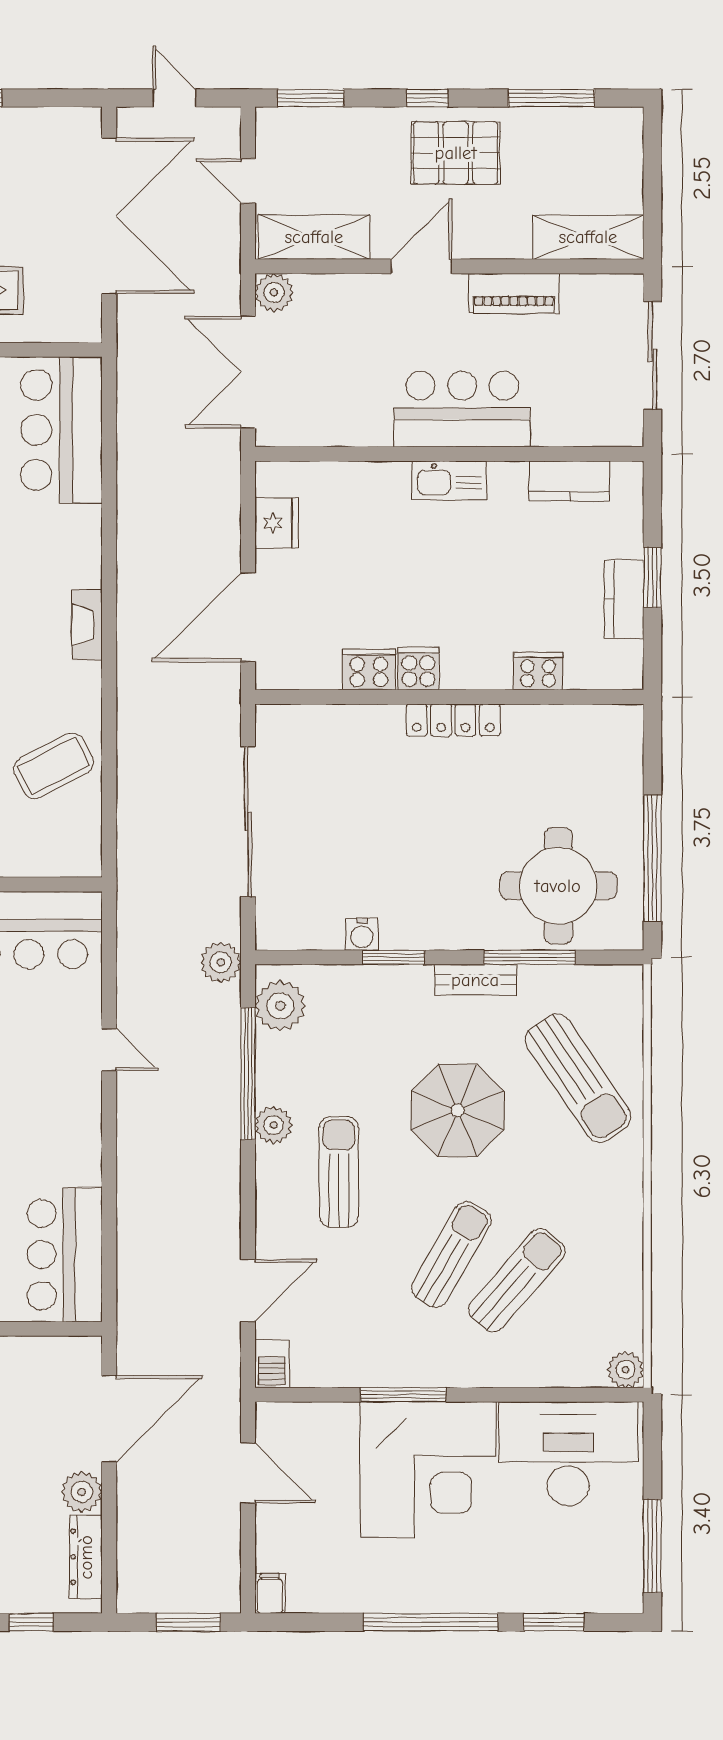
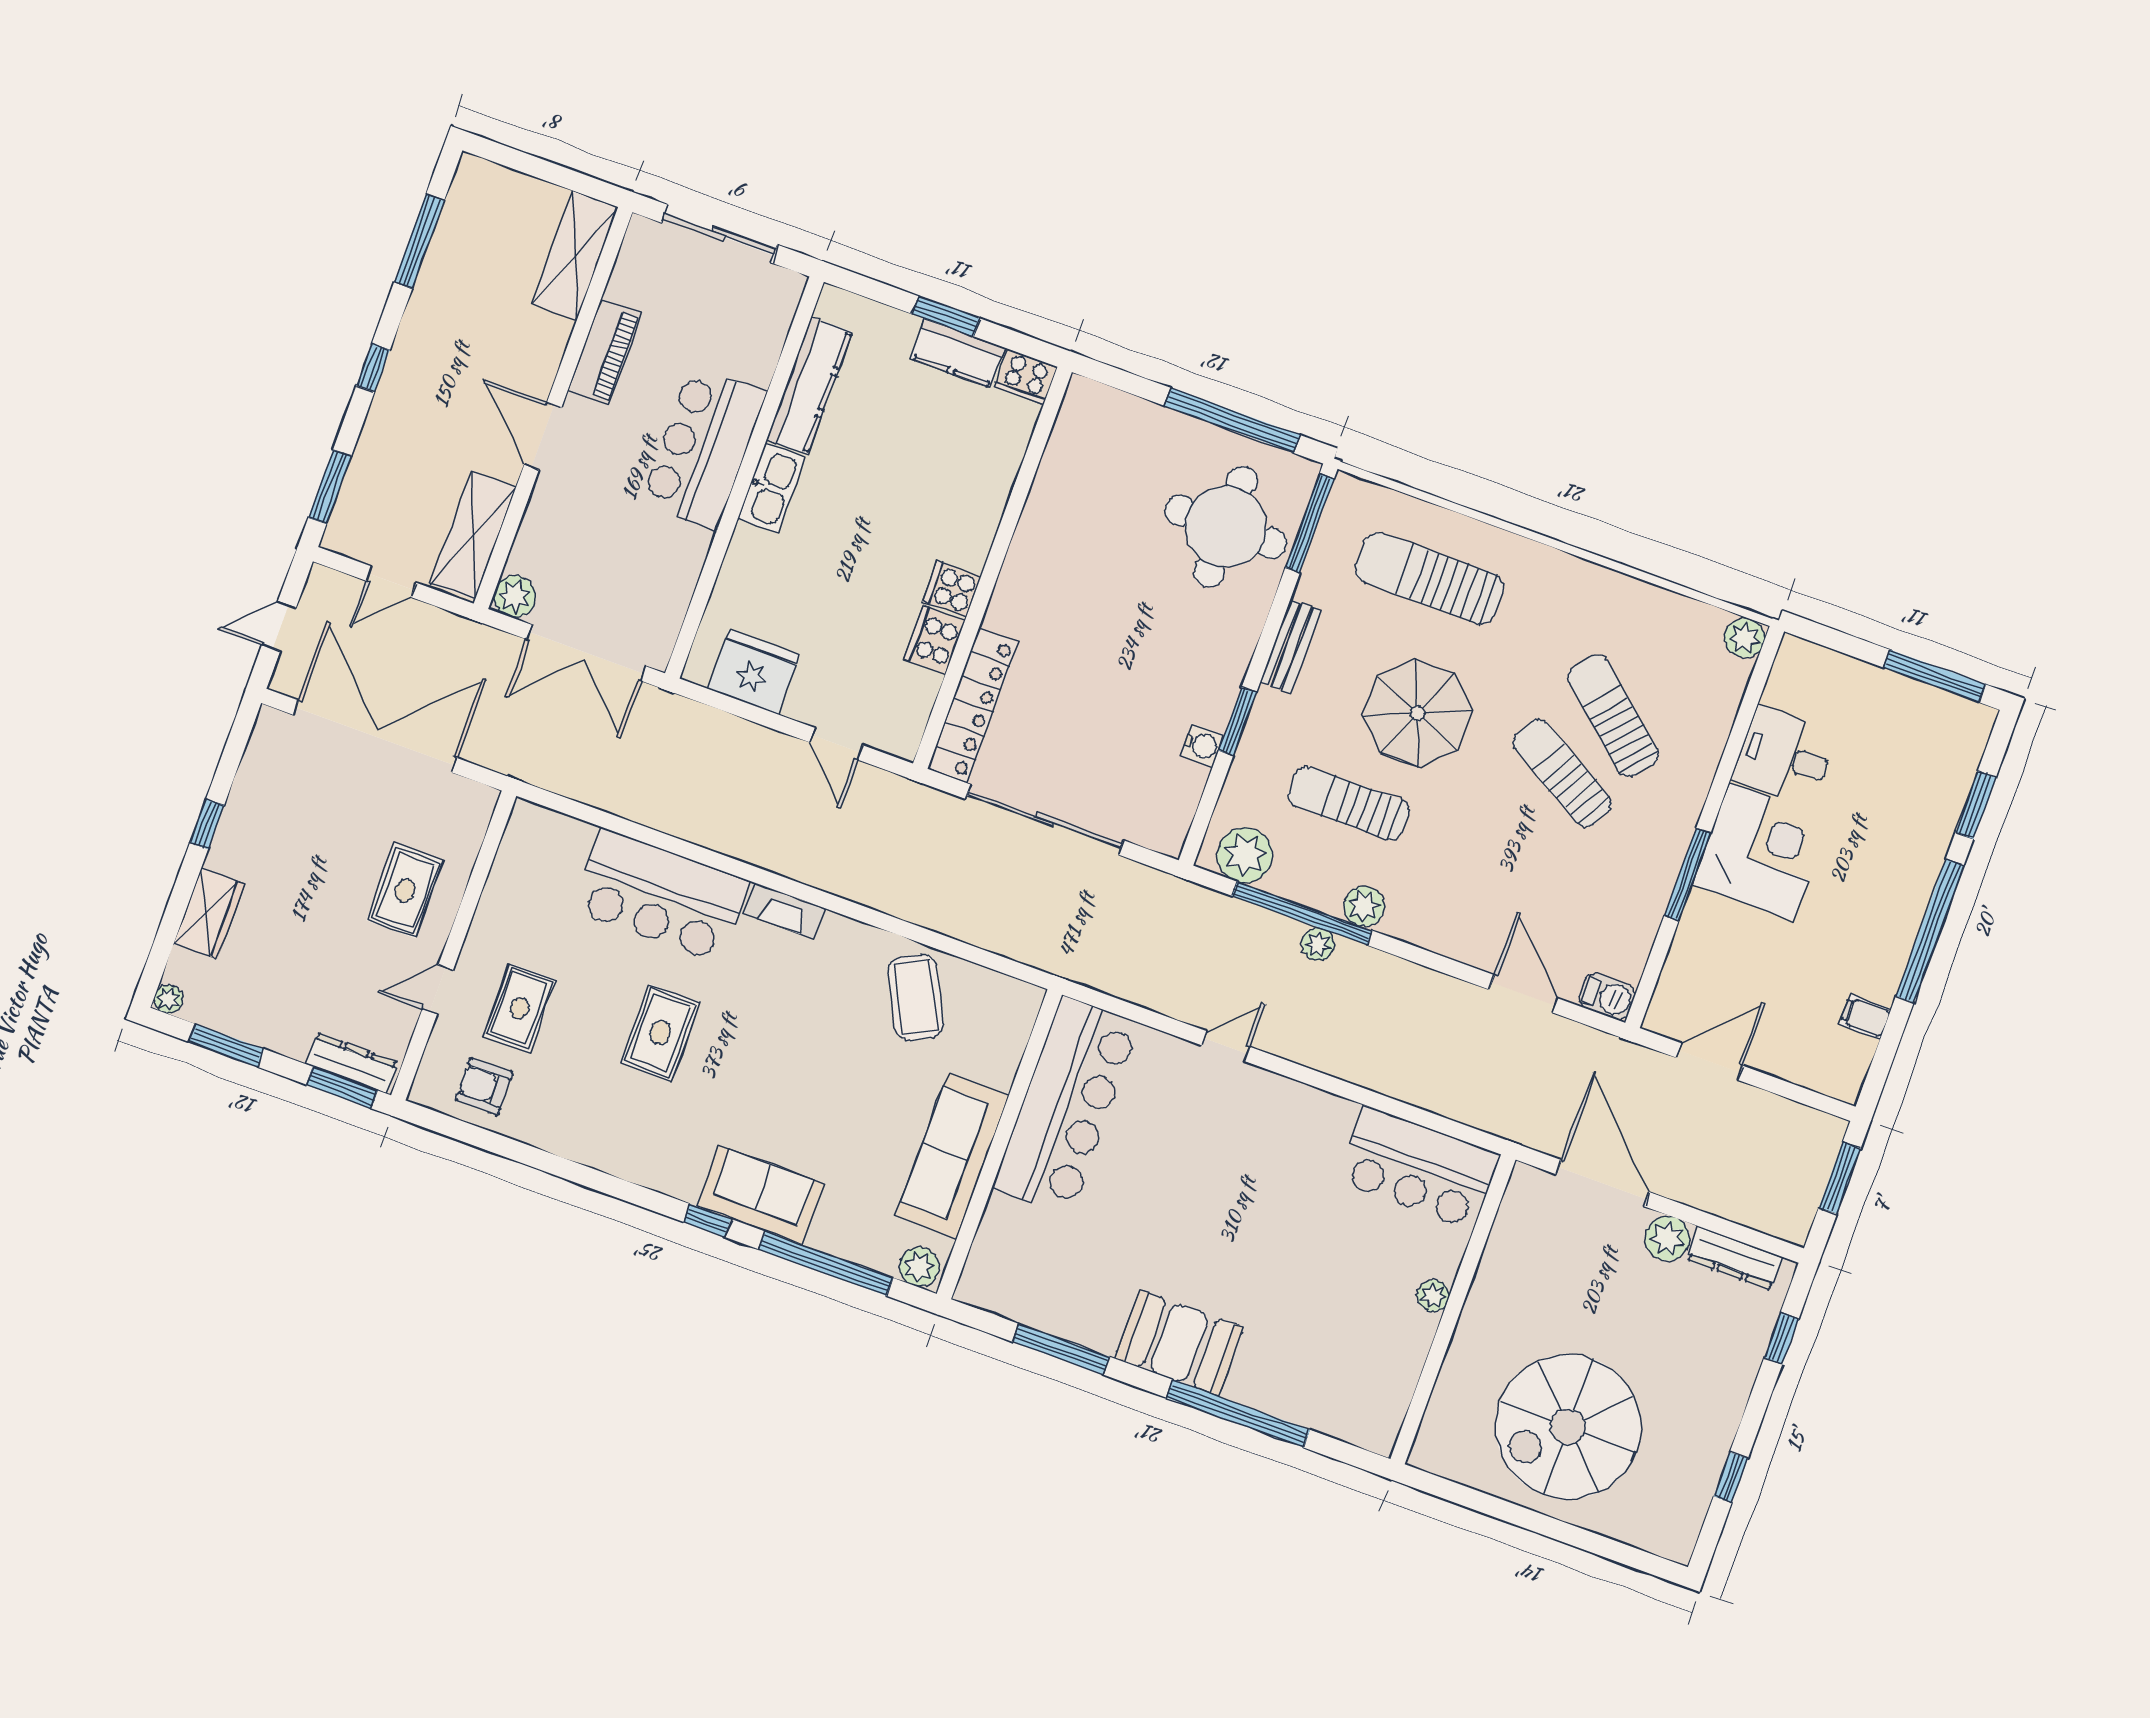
pallet: (456, 153) -> (440, 359), removed
bar counter: (61, 430) -> (661, 896), moved
kitchen counter: (569, 481) -> (809, 386), width x1.50
fridge: (277, 523) -> (753, 672), width x1.36, depth x1.34
door: (248, 617) -> (836, 744), width x0.53
cooker: (538, 671) -> (1026, 377), moved, turned -90
locker: (453, 720) -> (973, 706), moved, width x1.41, depth x1.21
window: (530, 957) -> (1310, 523), moved
plant: (221, 962) -> (1318, 944), moved, width x0.73, depth x0.73
sun lounger: (578, 1078) -> (1429, 578), turned -146
sun lounger: (339, 1172) -> (1349, 803), moved
desk: (568, 1454) -> (1785, 756), width x0.53, depth x0.77
corner desk: (428, 1470) -> (1762, 852), width x0.74, depth x0.74
filing cabinet: (270, 1593) -> (1865, 1017), moved

